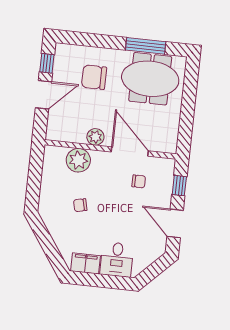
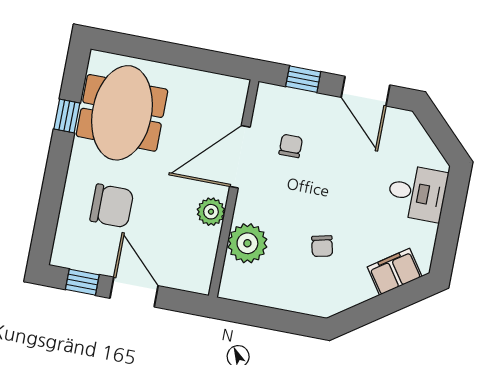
window: (146, 46) -> (67, 116), width x0.46
chair: (94, 77) -> (112, 206), turned -90
door: (175, 223) -> (365, 91), hinge flipped
filing cabinet: (86, 263) -> (395, 272), moved, turned 55

